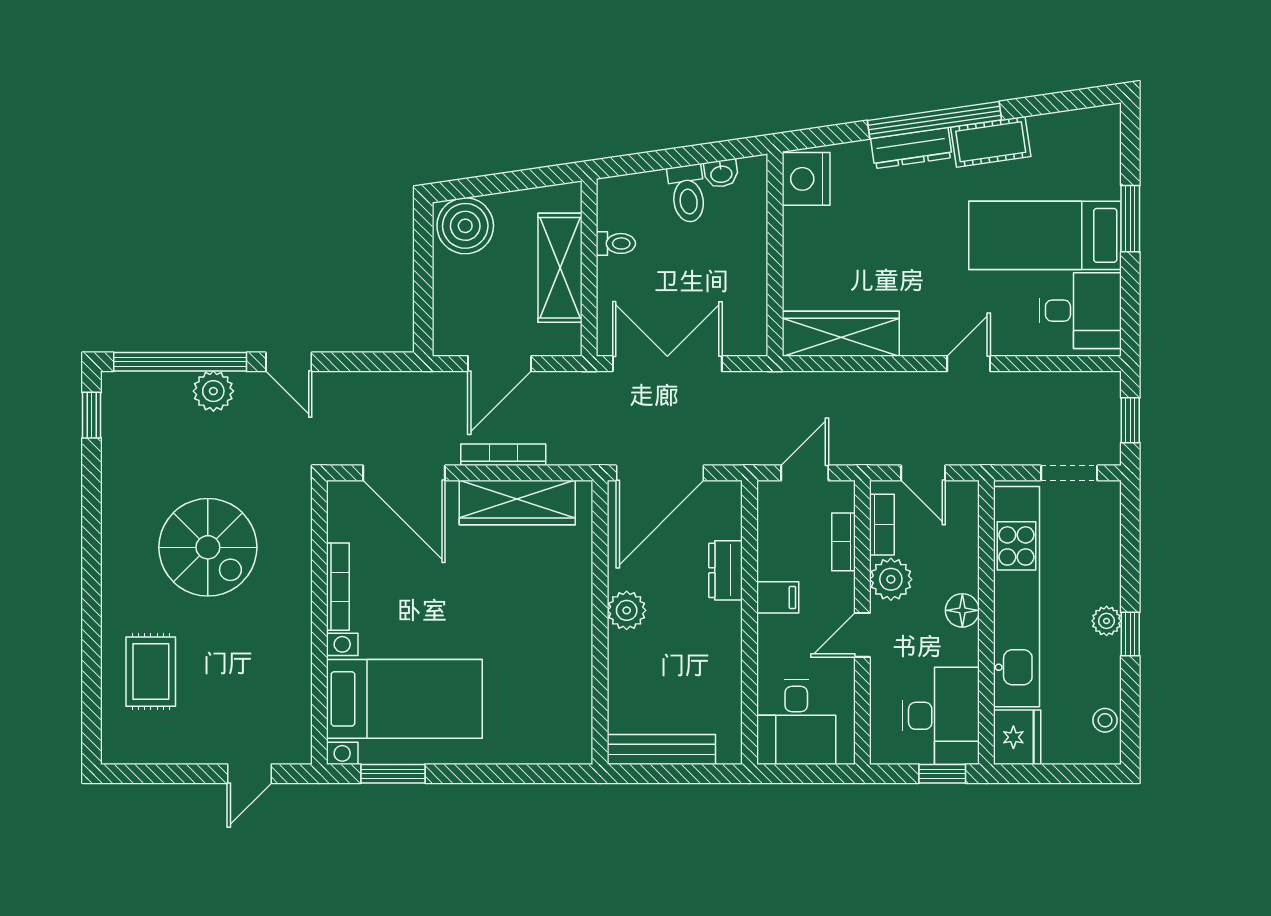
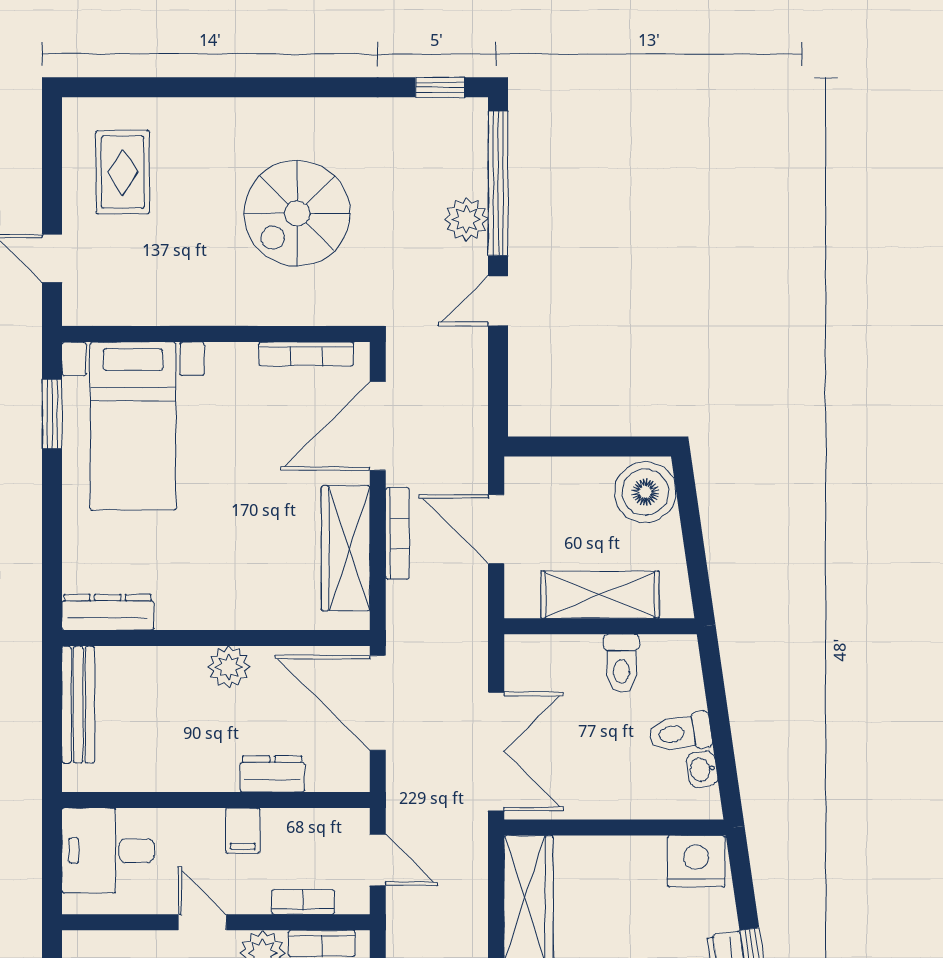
toilet: (616, 243) -> (621, 663), width x1.37, depth x1.39
double door: (667, 364) -> (496, 751), moved
bookcase: (338, 587) -> (306, 354), moved
rug: (151, 672) -> (123, 172), moved, turned 90
dresser: (576, 722) -> (108, 612), added

